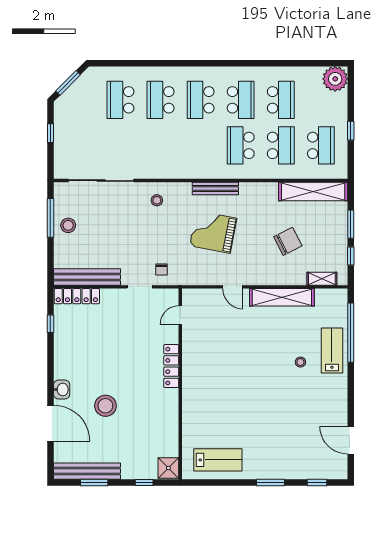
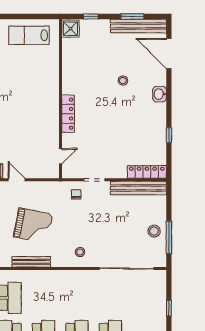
window: (50, 324) -> (169, 135), moved
stool: (105, 406) -> (123, 81), width x0.53, depth x0.53
door: (50, 423) -> (169, 53), moved

